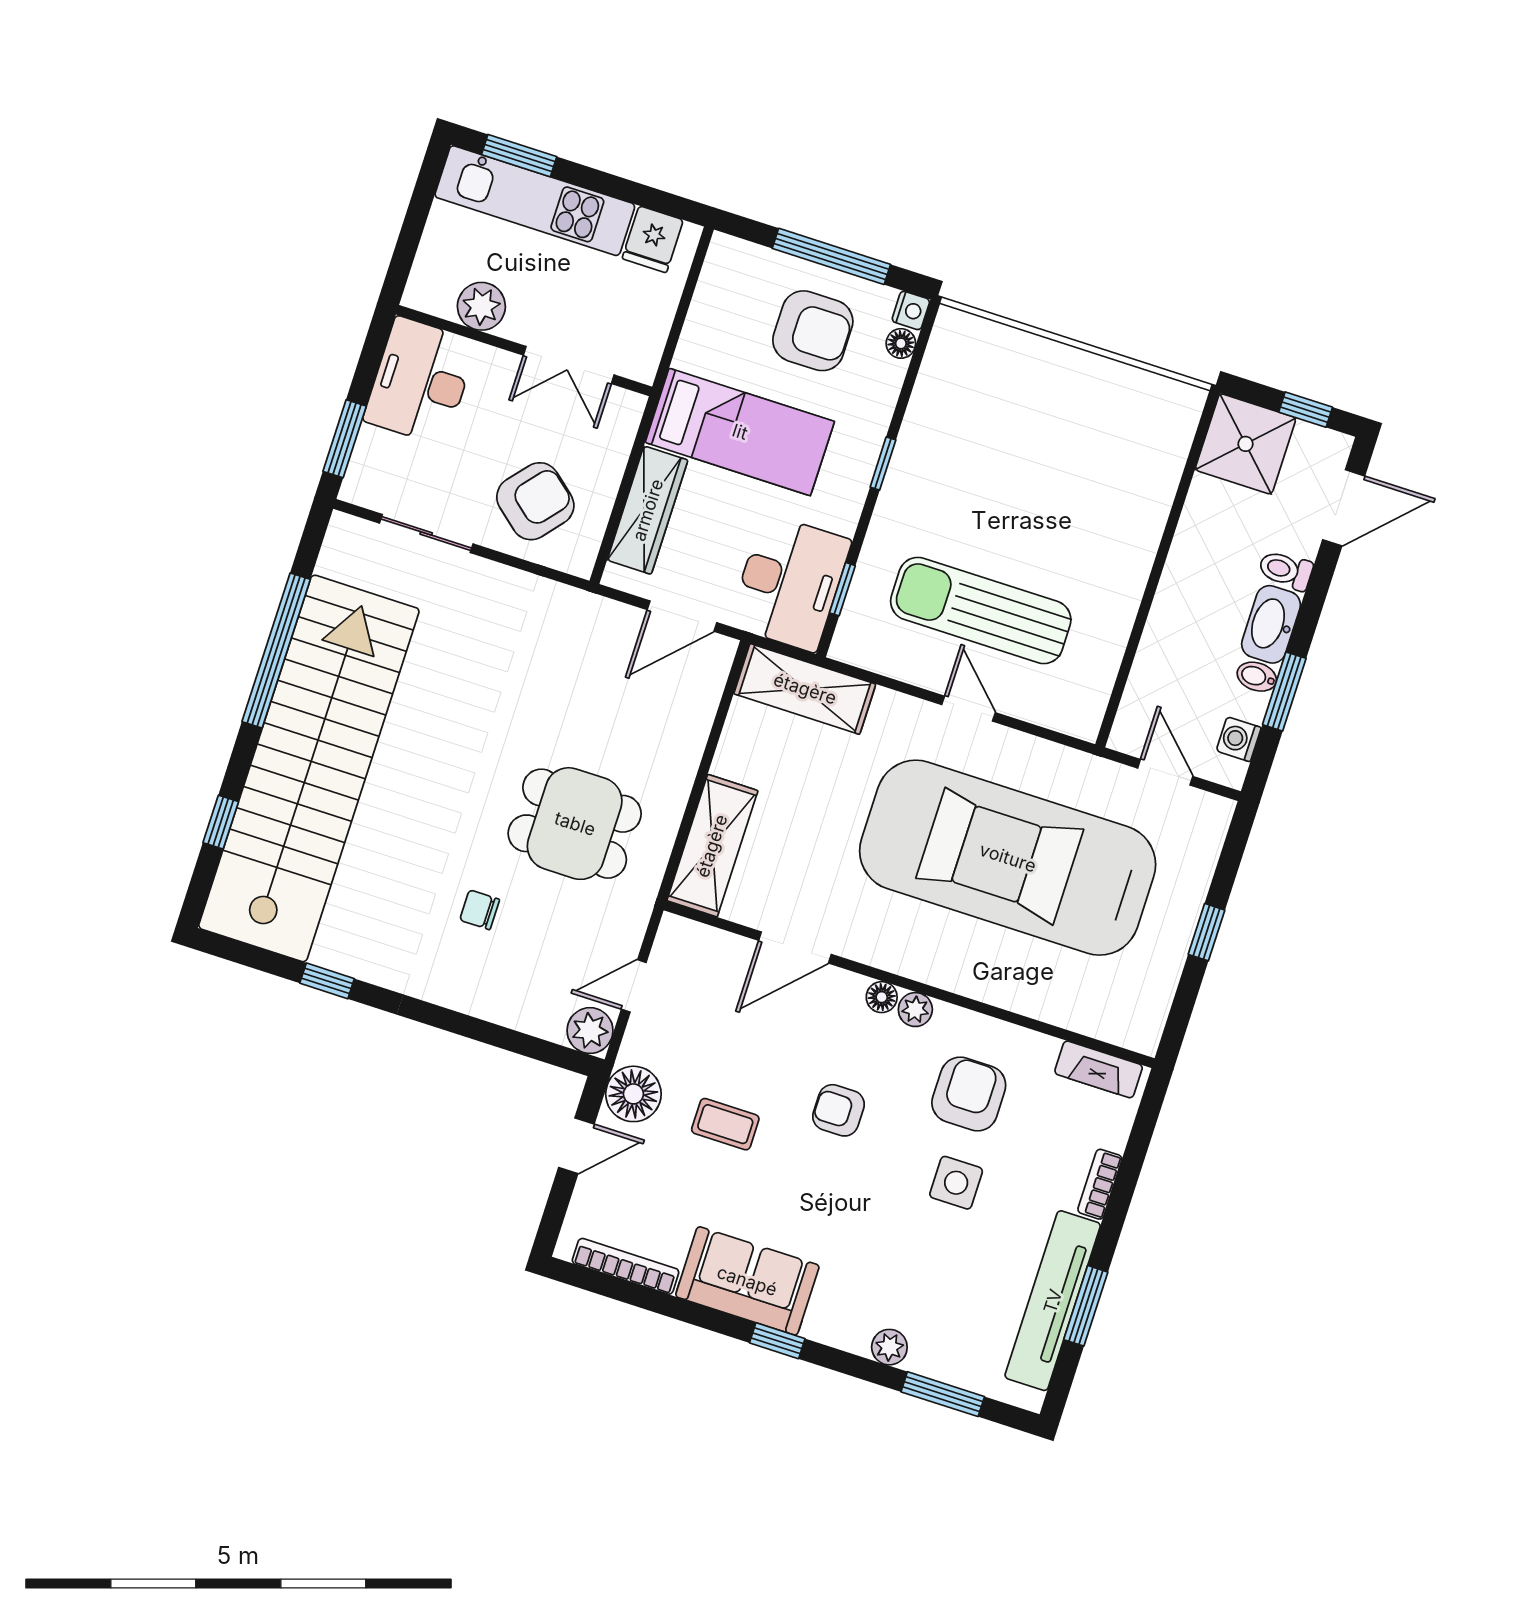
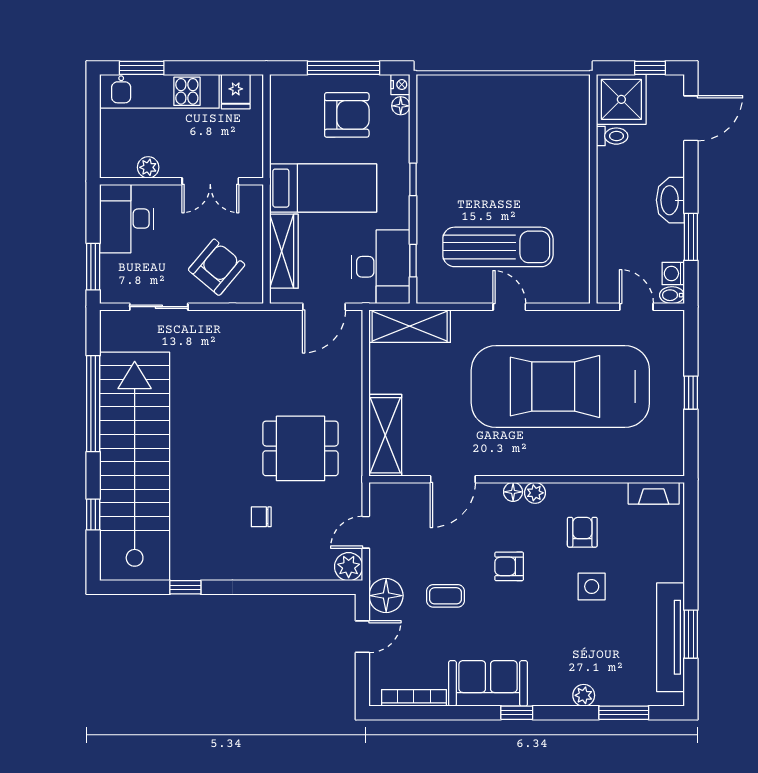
plant: (481, 306) -> (148, 167), width x0.73, depth x0.73
toilet: (1286, 570) -> (612, 136), moved, turned 180
sun lounger: (981, 610) -> (498, 247), turned 180
bidet: (1257, 677) -> (672, 295), moved
armchair: (969, 1094) -> (582, 532), width x0.72, depth x0.72
bookcase: (1100, 1184) -> (676, 560), removed

